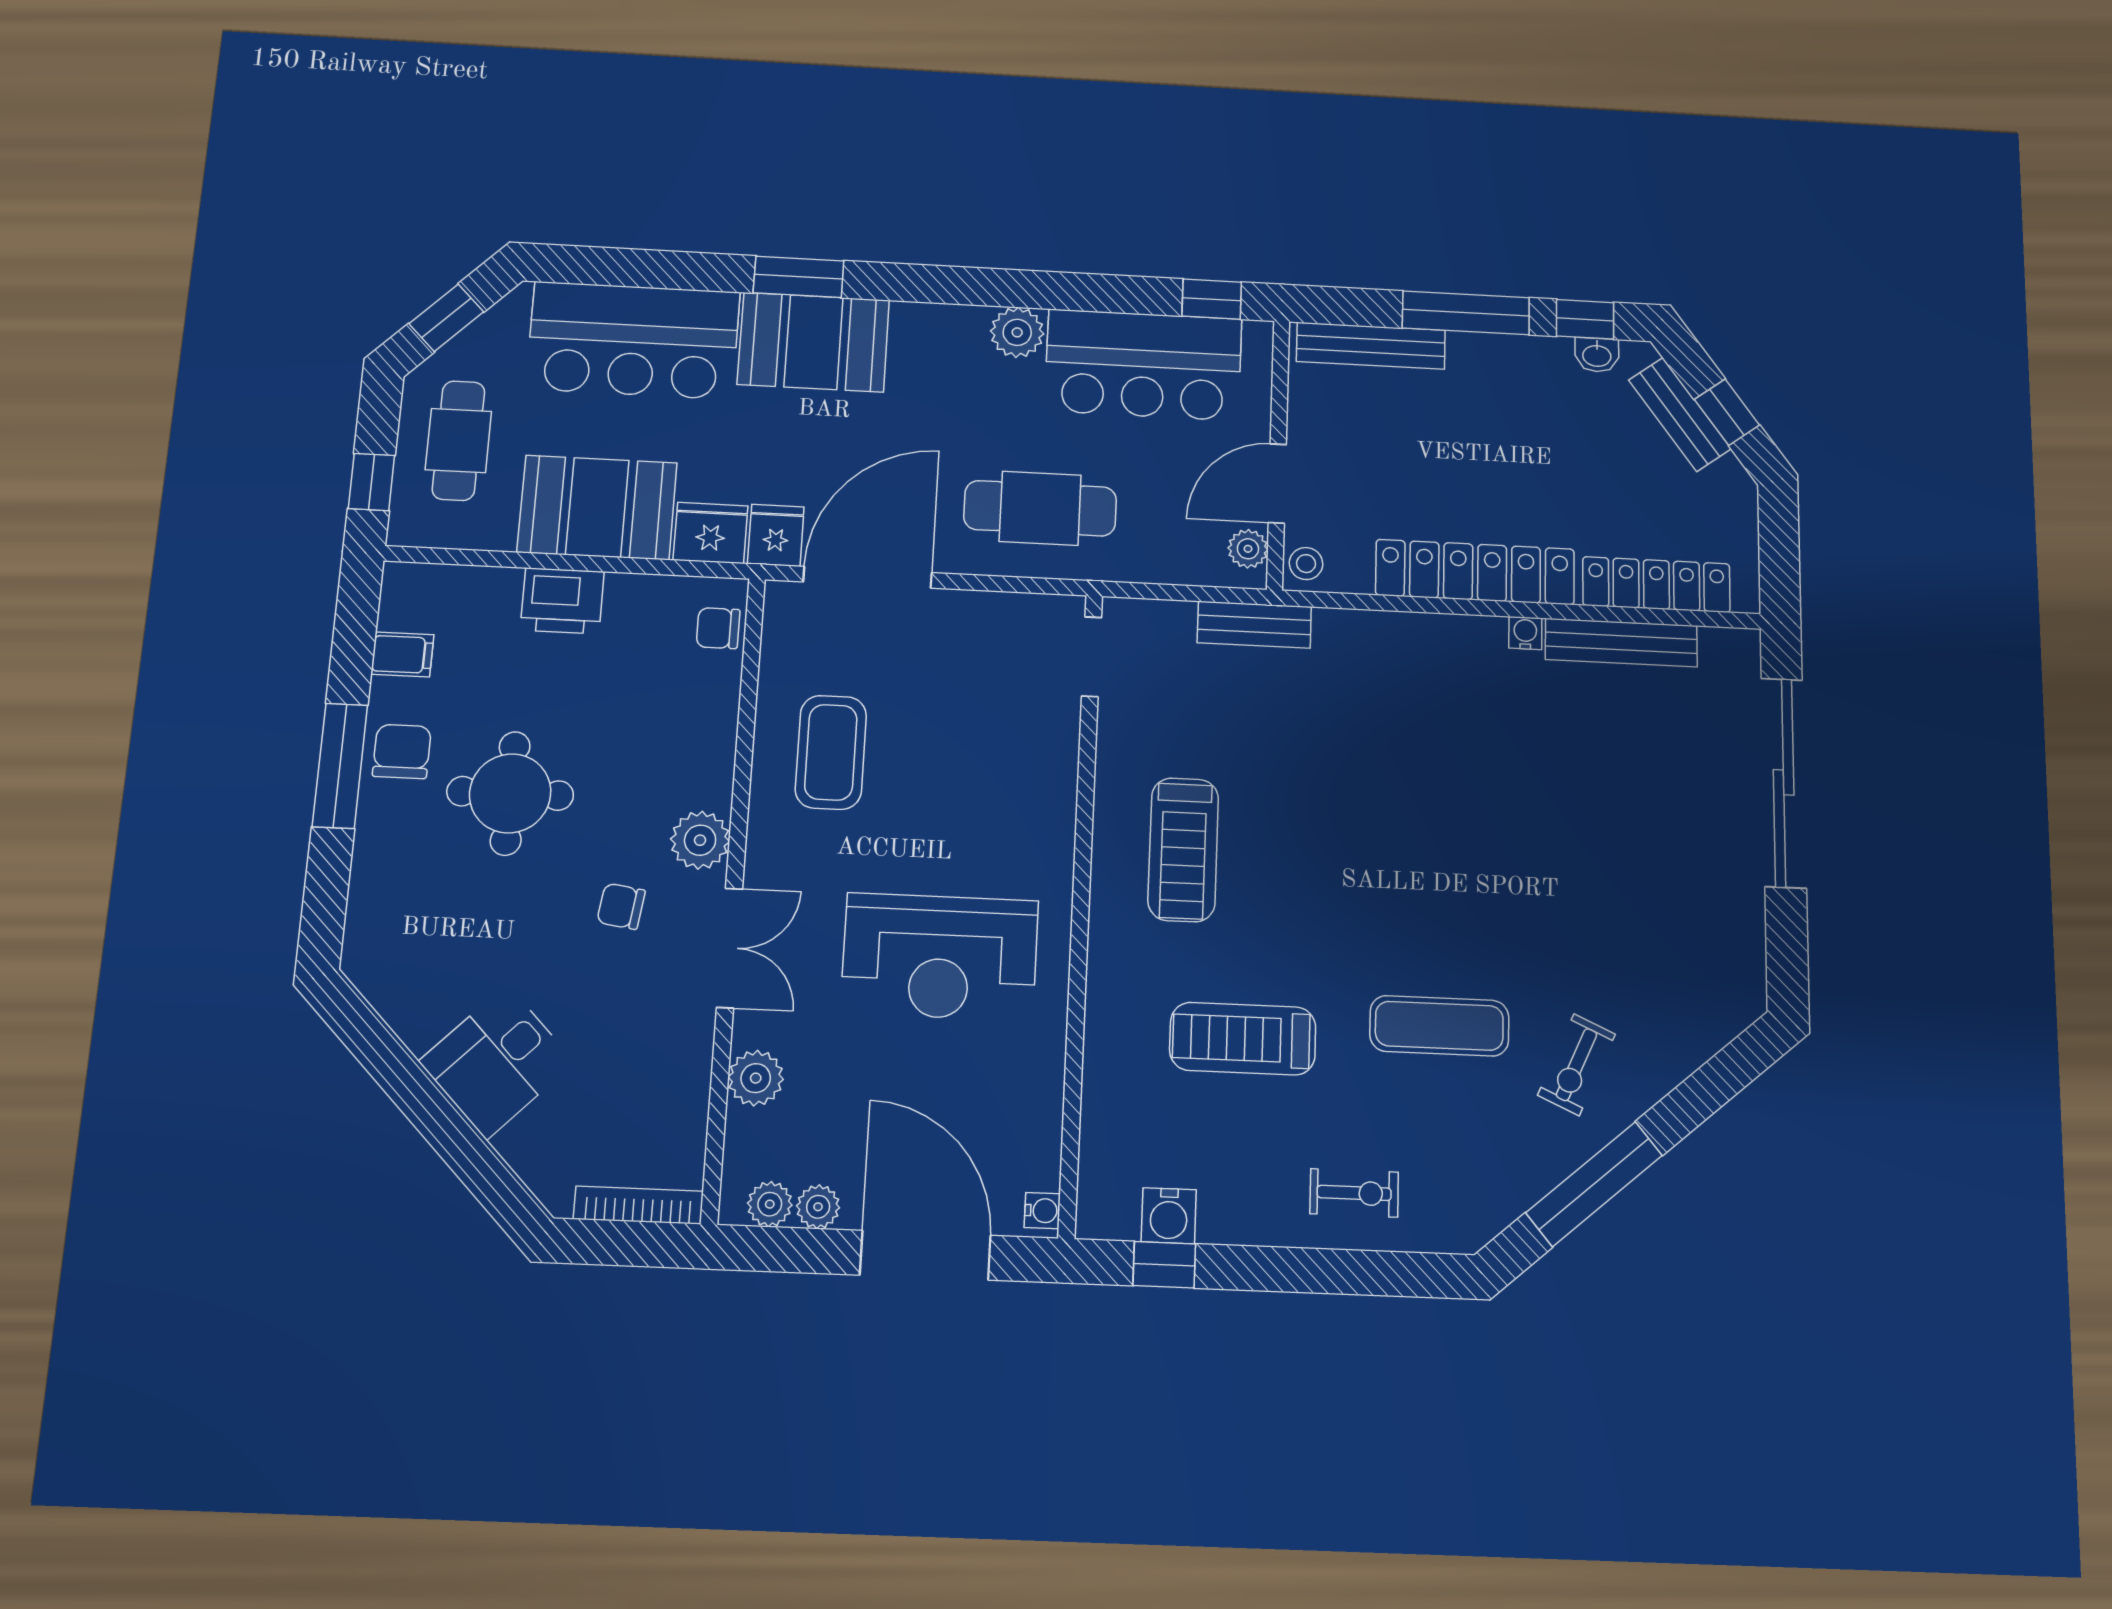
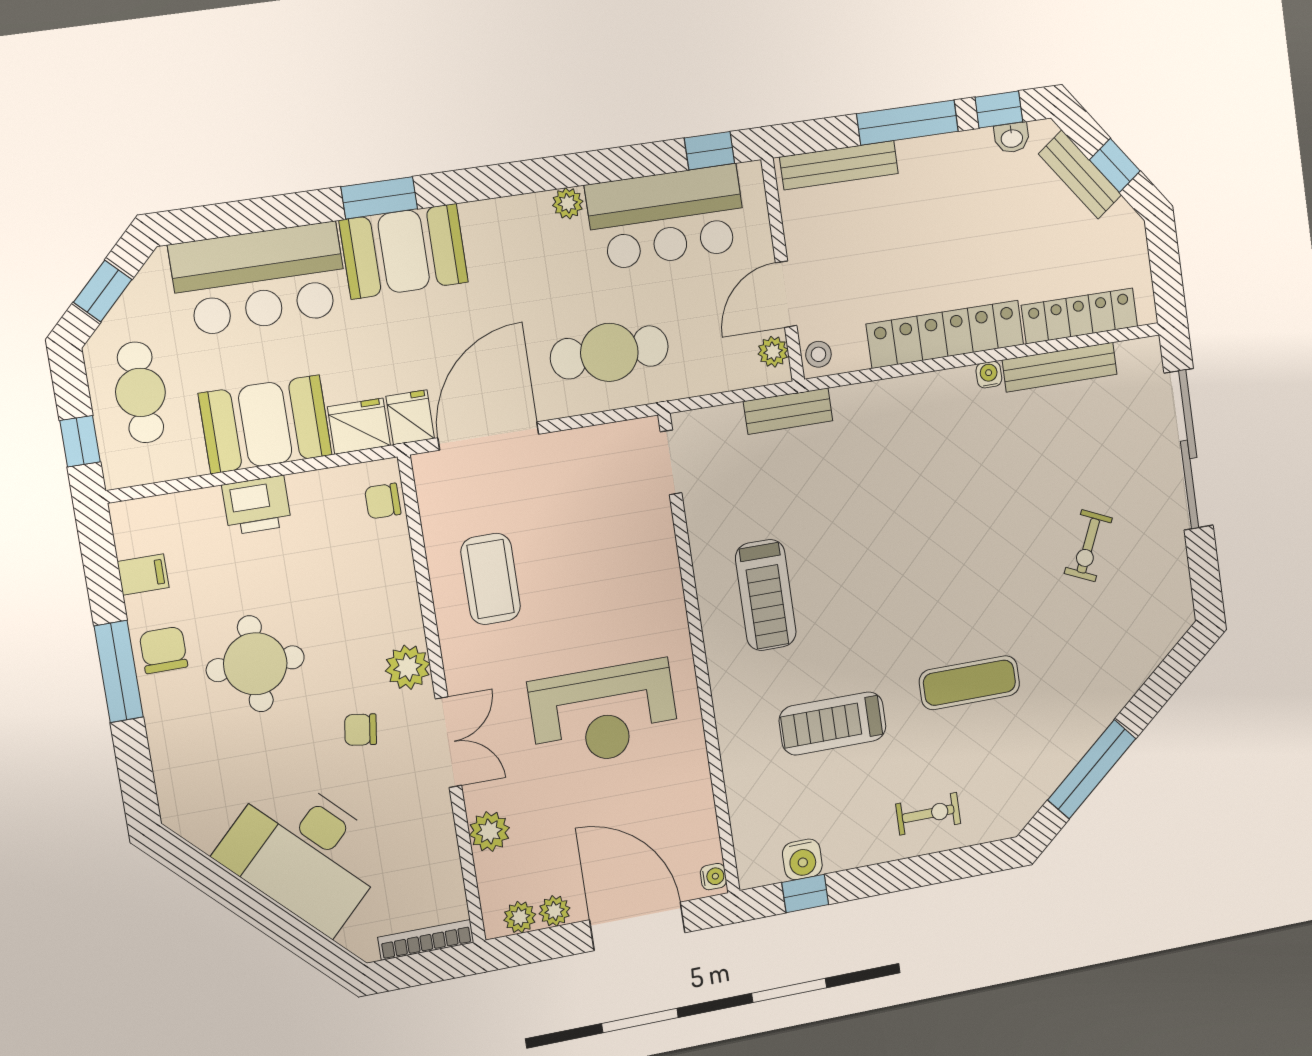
plant: (1017, 332) -> (568, 203), width x0.73, depth x0.73
desk: (497, 1062) -> (305, 853), width x1.87, depth x1.30
exercise bike: (1577, 1065) -> (1088, 546), moved

